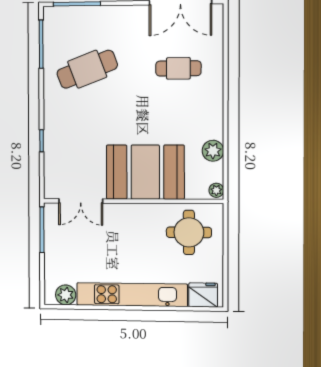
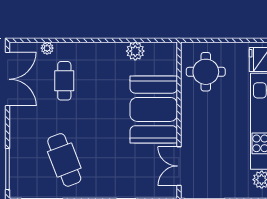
plant: (216, 190) -> (47, 48), moved
double door: (81, 201) -> (179, 166), swing flipped

